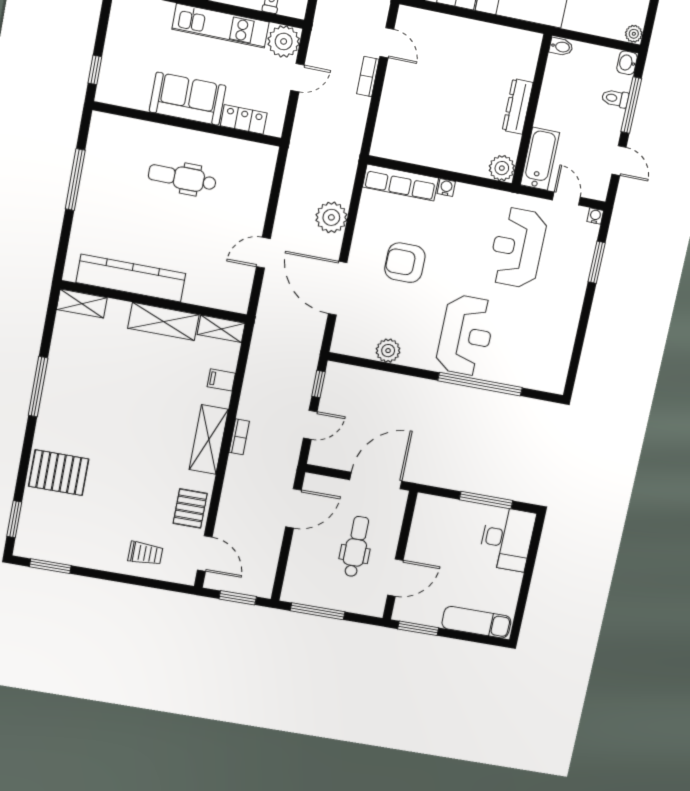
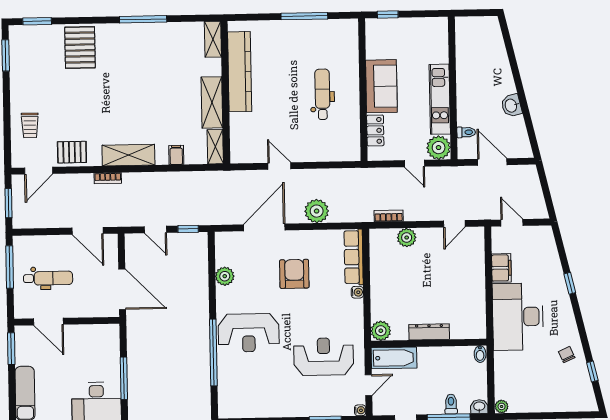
bookcase: (368, 77) -> (389, 216), moved
plant: (391, 109) -> (407, 238), added
bookcase: (239, 437) -> (108, 178), moved
dental chair: (356, 547) -> (48, 278), moved

